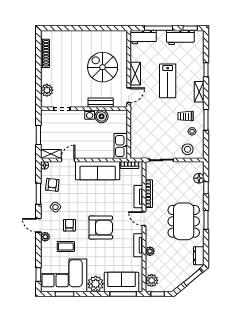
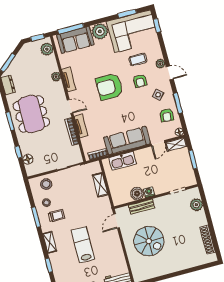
shelving: (135, 74) -> (100, 185), moved
kitchen sink: (121, 146) -> (123, 161), moved, turned 90

